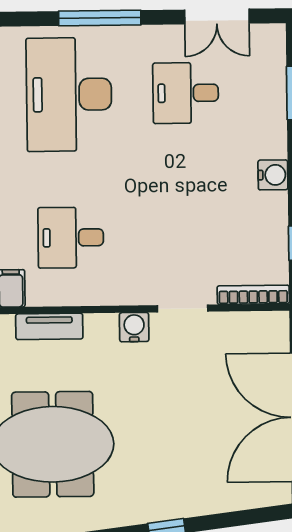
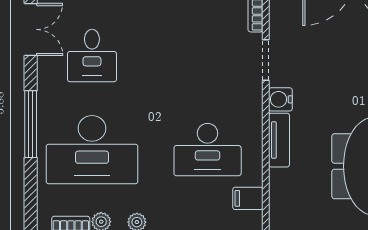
desk: (71, 238) -> (208, 150), width x1.37
tv unit: (49, 326) -> (279, 140), moved

